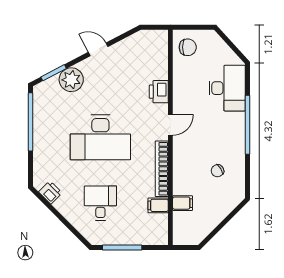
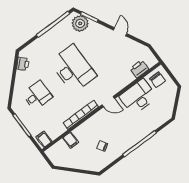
plant: (71, 80) -> (80, 23), moved
desk: (227, 88) -> (138, 97), moved, turned 180
printer: (159, 92) -> (139, 69), moved
desk: (100, 137) -> (73, 69), turned 180
filing cabinet: (158, 205) -> (44, 139), moved

